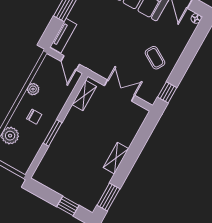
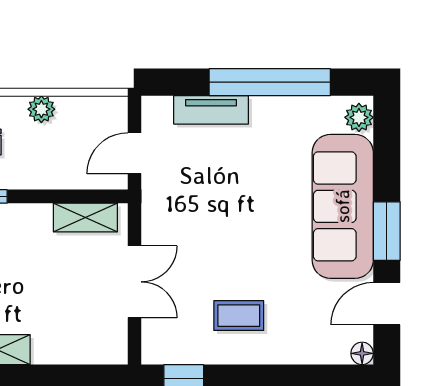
tv unit: (63, 36) -> (211, 110), moved
coffee table: (155, 58) -> (239, 316), turned 59

